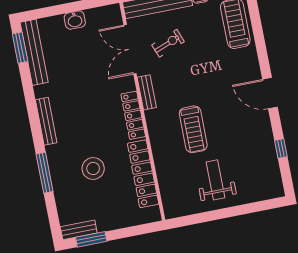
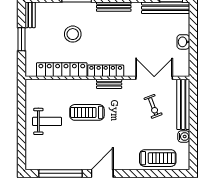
bench: (147, 92) -> (109, 84), moved
window: (281, 149) -> (60, 173), width x3.17
window: (91, 239) -> (22, 39), moved

